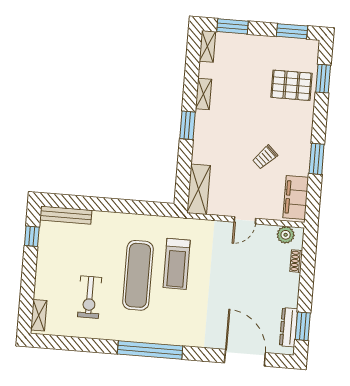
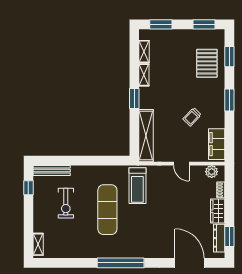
shelving: (207, 46) -> (144, 52), moved
pallet: (291, 85) -> (207, 63), turned 90
window: (317, 159) -> (229, 100), moved
shelving: (199, 189) -> (146, 136), width x1.47
door: (245, 220) -> (181, 164), hinge flipped
treadmill: (177, 264) -> (137, 186), moved
wardrobe: (289, 290) -> (218, 211), added
exercise bike: (90, 297) -> (66, 203), moved

